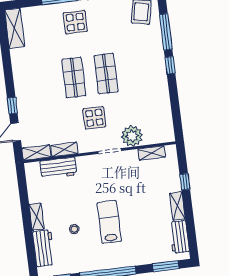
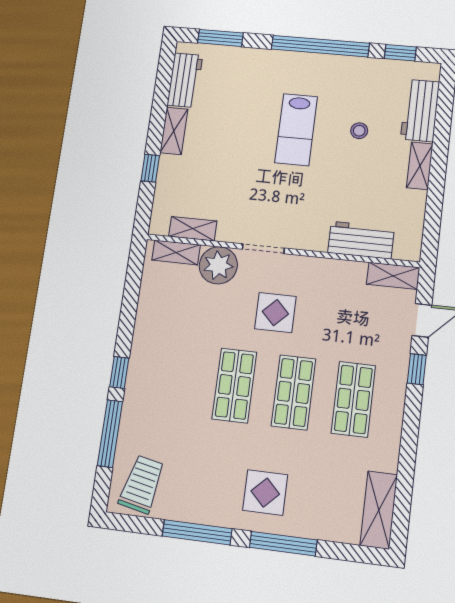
shop shelf: (41, 82) -> (353, 399), added
shelving: (64, 149) -> (176, 252), moved

